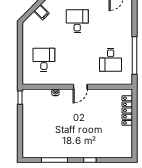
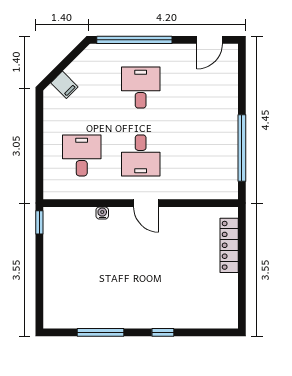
filing cabinet: (41, 12) -> (64, 85), moved
desk: (111, 60) -> (141, 155), moved
door: (80, 87) -> (146, 203), hinge flipped

